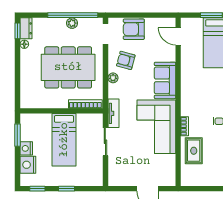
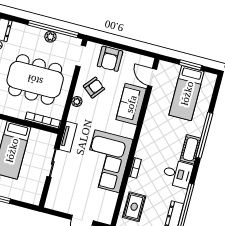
armchair: (134, 29) -> (110, 59), turned -90
armchair: (126, 60) -> (94, 88), turned 114
sofa: (165, 80) -> (131, 104), moved
rug: (194, 151) -> (134, 207), moved

